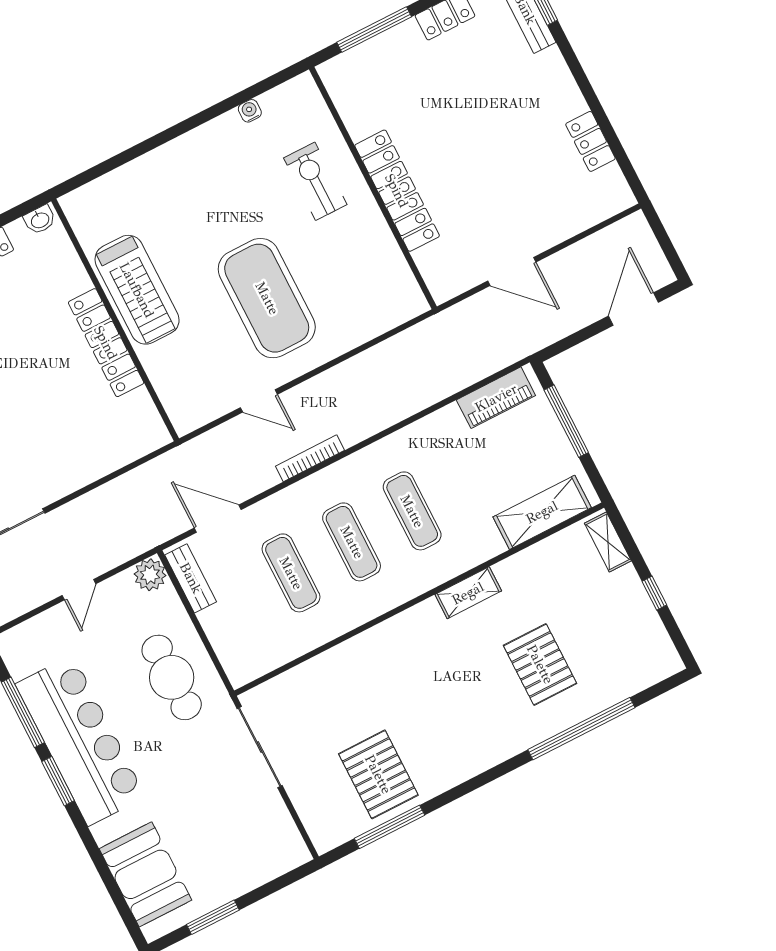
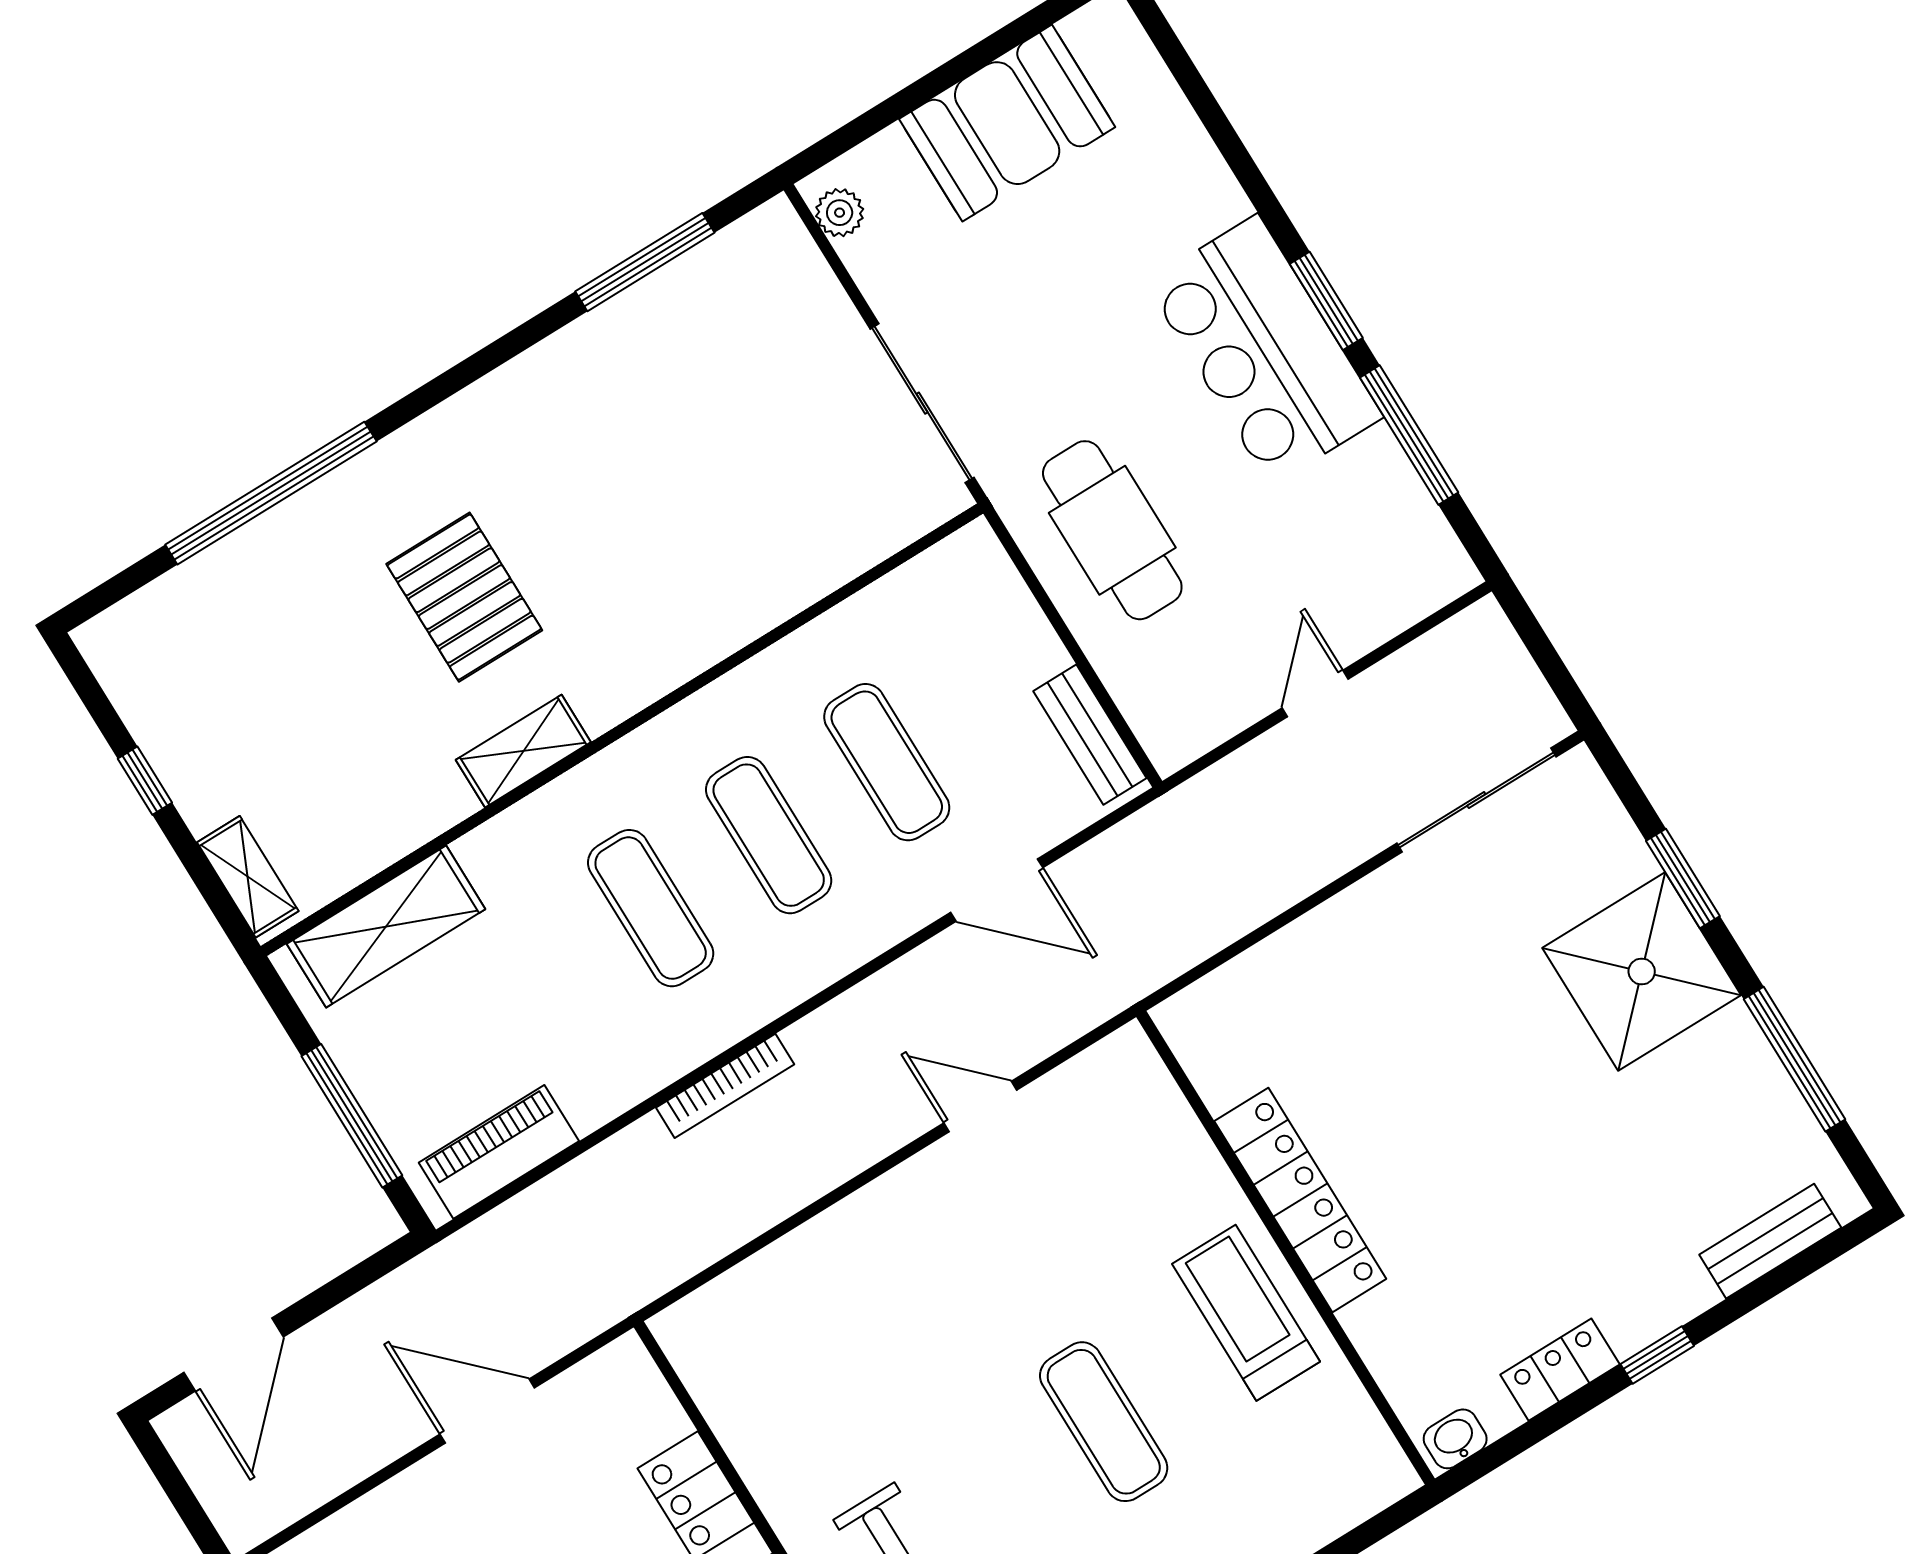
treadmill: (137, 290) -> (1246, 1313), width x0.73, depth x0.73
exercise mat: (267, 298) -> (1104, 1422), moved, width x0.50, depth x0.69
bookcase: (310, 458) -> (725, 1086), moved
door: (218, 519) -> (997, 890), moved
plant: (150, 575) -> (840, 213), moved, width x0.73, depth x0.73
pallet: (540, 664) -> (464, 597), moved
bar counter: (80, 740) -> (1264, 350), width x0.73
pallet: (378, 774) -> (676, 367), removed
booth: (145, 874) -> (1007, 123), moved, turned 90
window: (213, 917) -> (989, 50), removed

